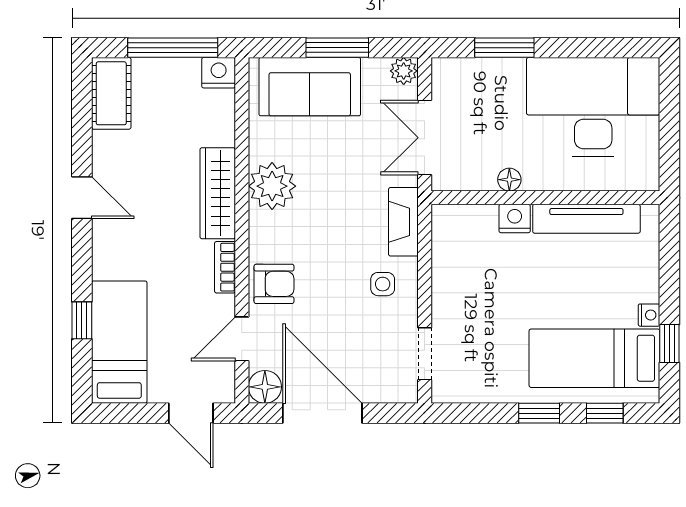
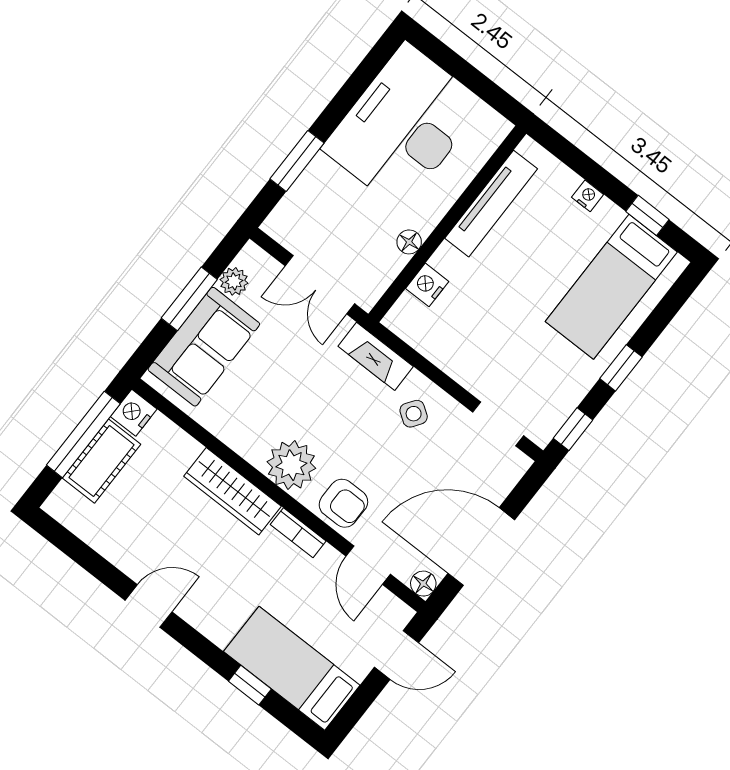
plant: (404, 71) -> (234, 281), moved
cot: (111, 93) -> (102, 461), moved, turned 90
plant: (272, 186) -> (291, 465), moved
nightstand: (515, 219) -> (427, 285), moved
armchair: (274, 284) -> (343, 503), turned 90
side table: (383, 284) -> (414, 414), turned 35
nightstand: (649, 315) -> (588, 196), moved
floor lamp: (265, 387) -> (423, 584), width x0.73, depth x0.73
window: (605, 413) -> (573, 429), moved

